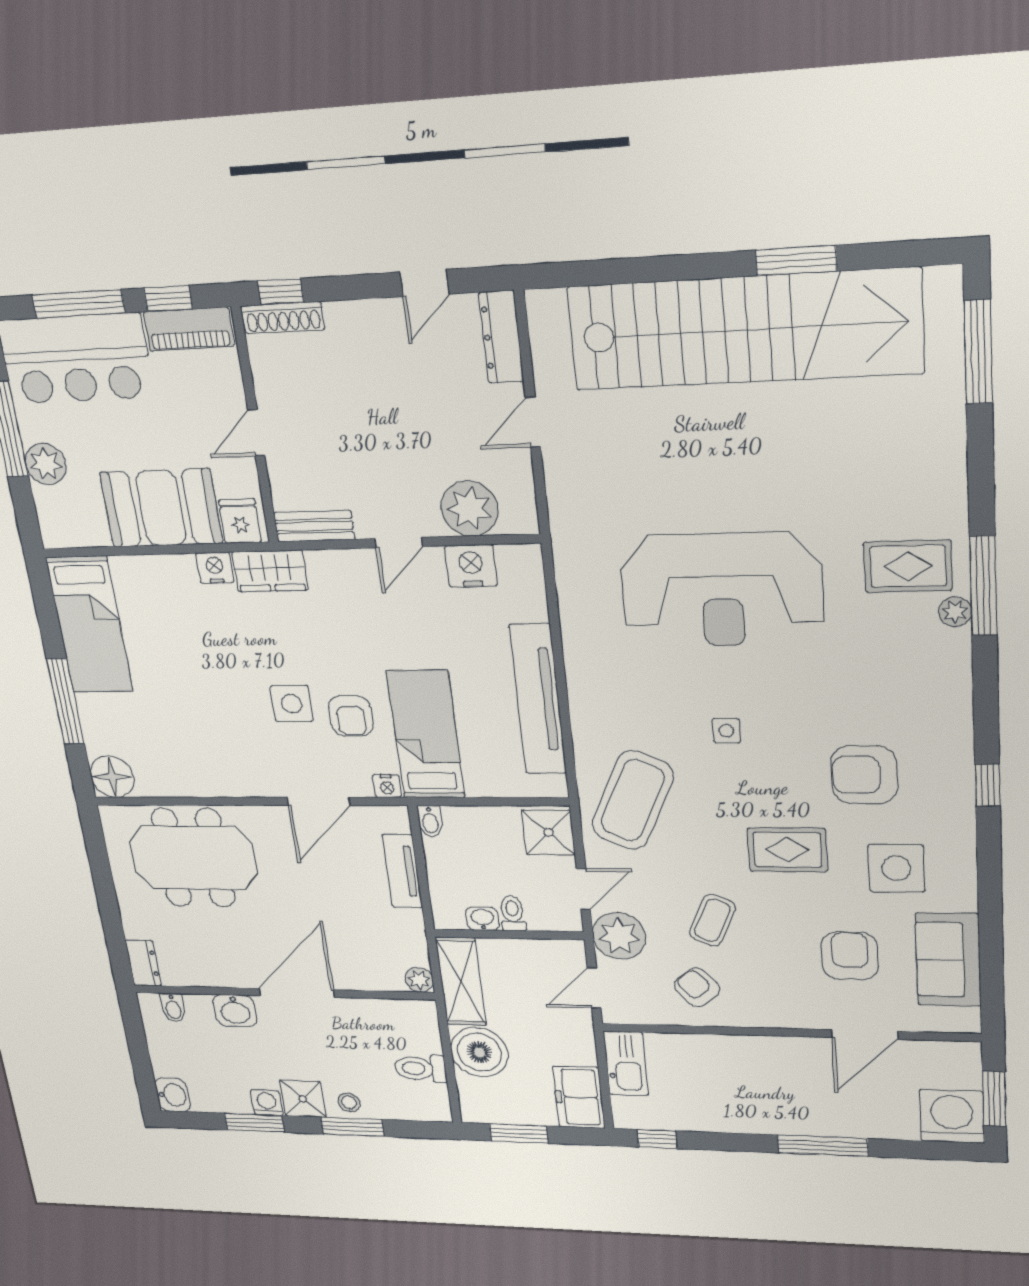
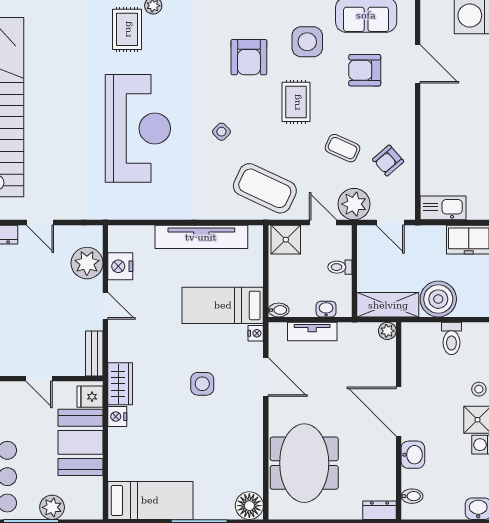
armchair: (351, 716) -> (210, 349), removed
side table: (726, 731) -> (221, 132), turned 45
washbasin: (482, 919) -> (326, 309), moved, turned 90

